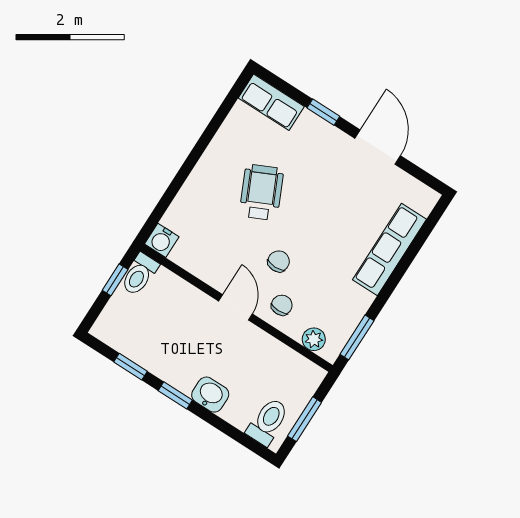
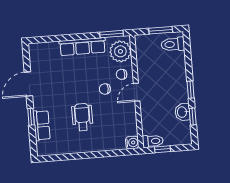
row of seats: (271, 102) -> (42, 125), moved
wheelchair: (261, 192) -> (82, 117), turned 115
row of seats: (390, 249) -> (82, 47), moved
plant: (314, 339) -> (120, 51), width x1.88, depth x1.88
washbasin: (210, 395) -> (182, 112), moved

